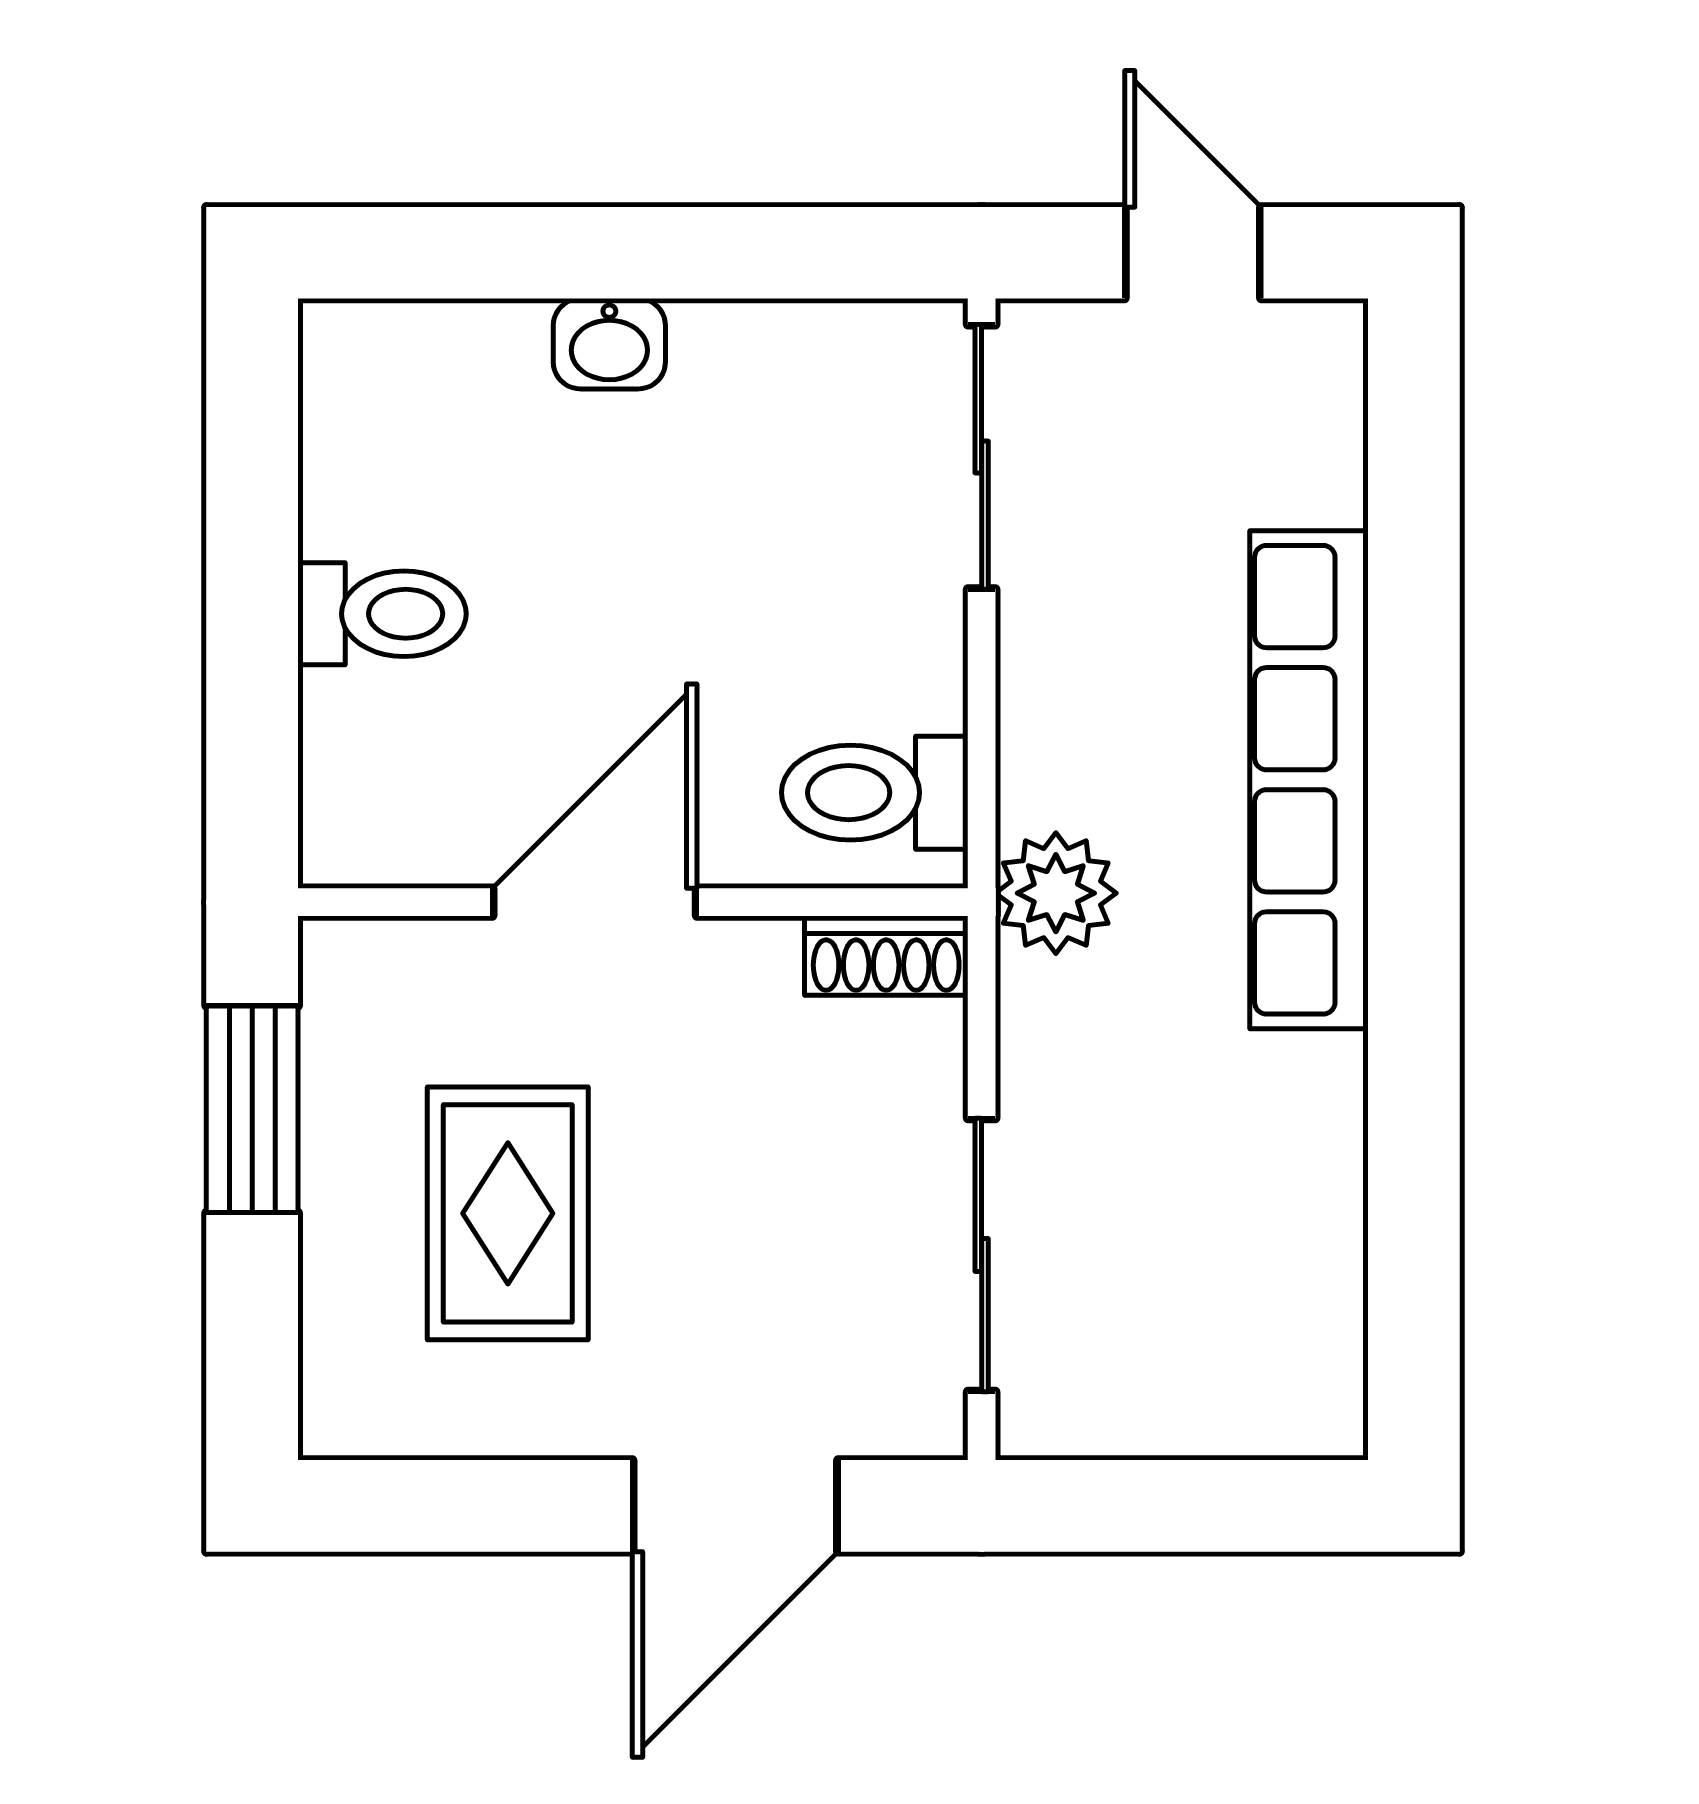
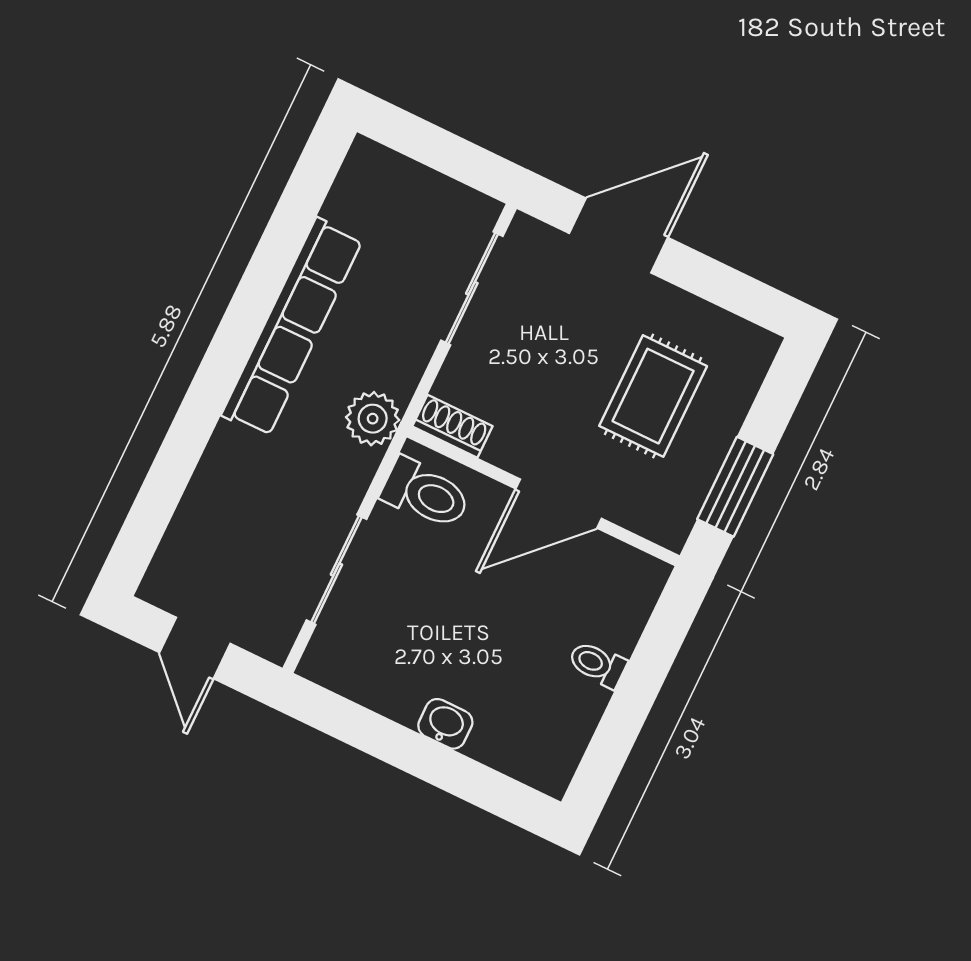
sliding door: (982, 457) -> (336, 570), moved
toilet: (382, 614) -> (597, 664), width x0.73, depth x0.72
row of seats: (1309, 780) -> (292, 327), moved

